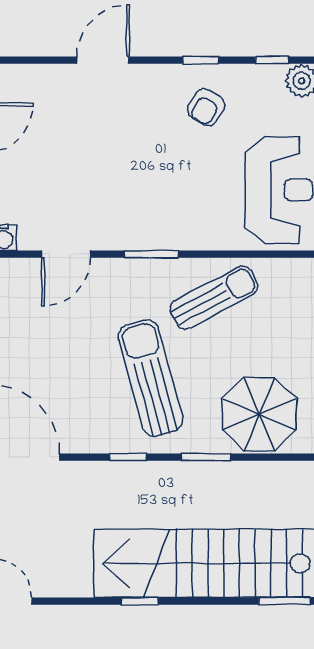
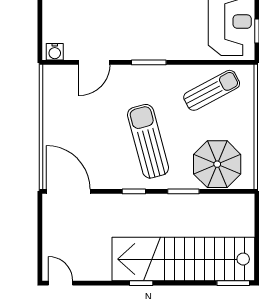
sun lounger: (214, 298) -> (212, 90), moved

